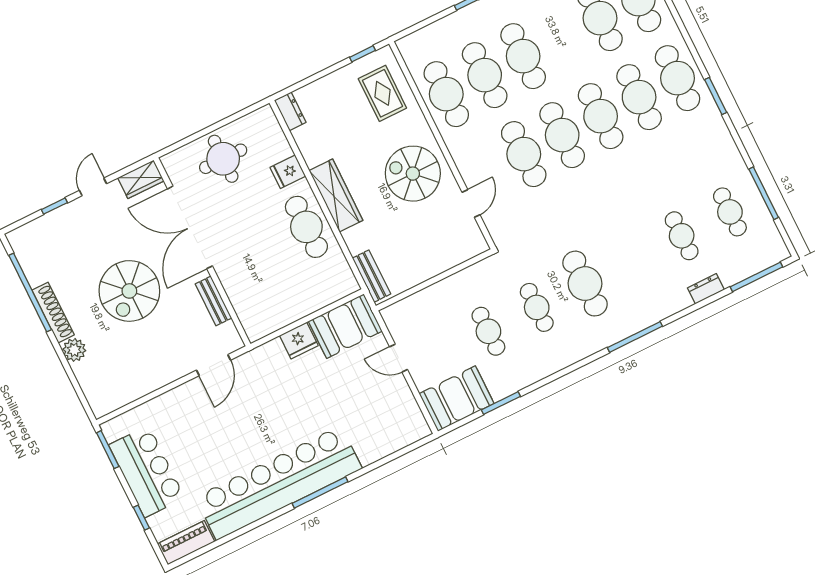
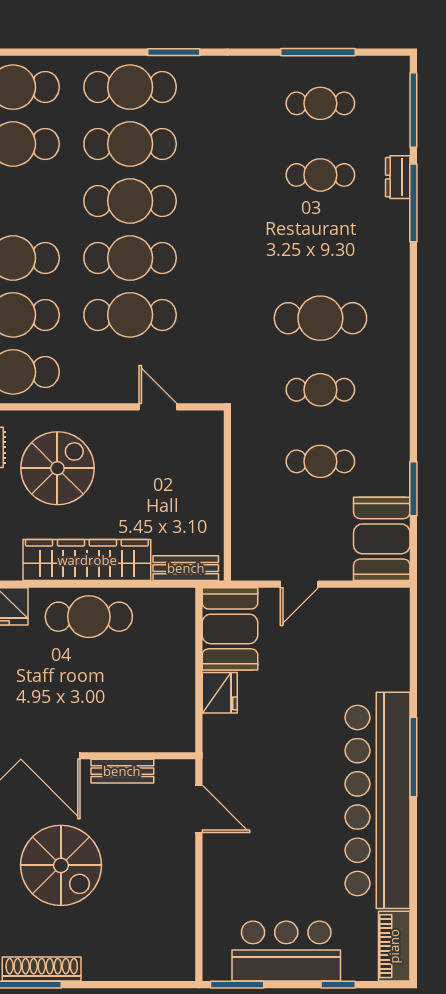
spiral stairs: (413, 174) -> (57, 468), moved, turned 180
wardrobe: (336, 195) -> (87, 560), width x1.40, depth x1.17
window: (635, 337) -> (413, 203), moved
plant: (74, 350) -> (99, 966), removed

